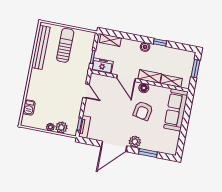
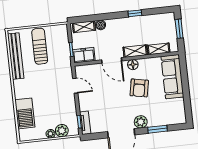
boiler: (145, 47) -> (101, 25), moved
barbecue: (29, 107) -> (25, 113), width x1.88, depth x1.53

